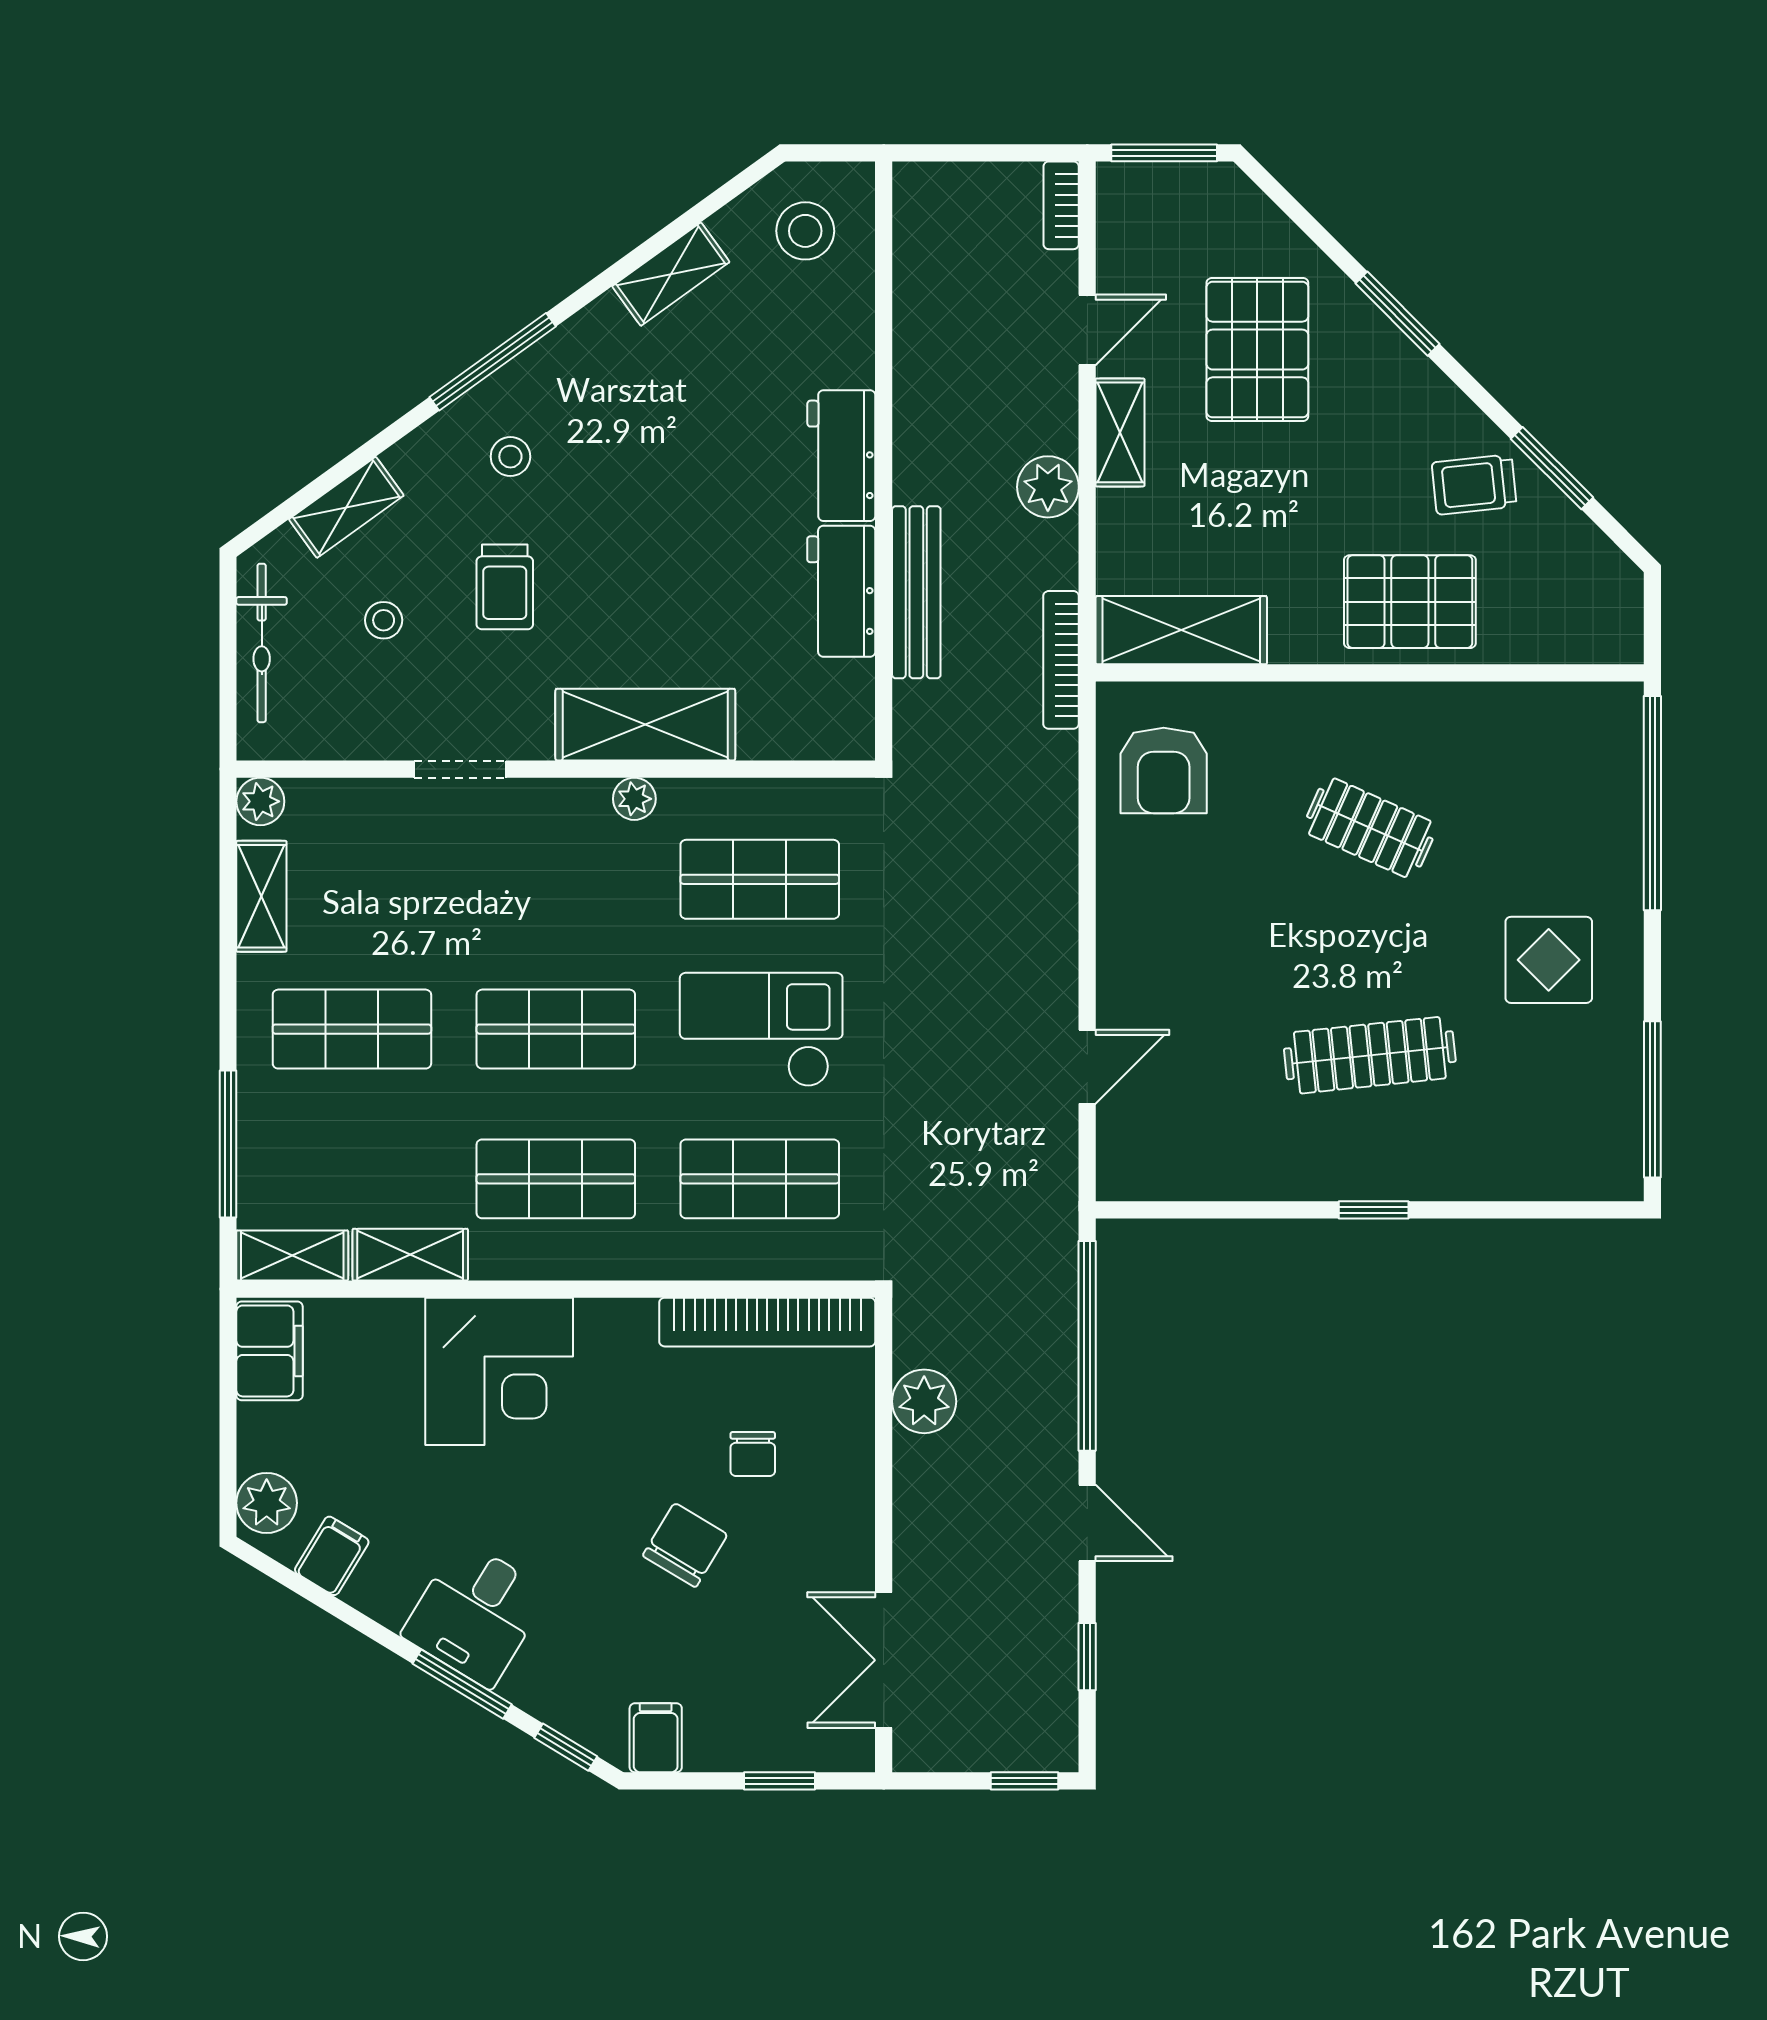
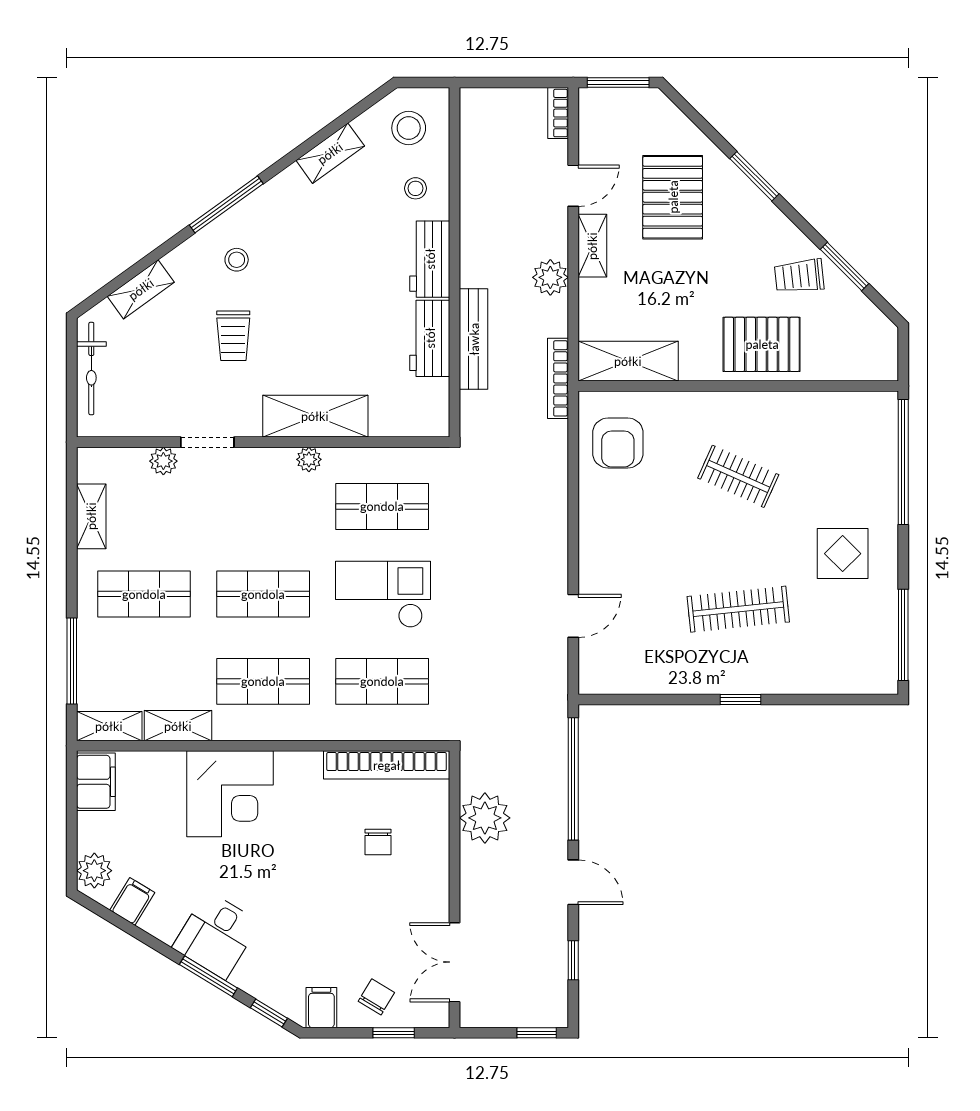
stool: (384, 620) -> (415, 188), moved
plant: (260, 801) -> (163, 461), moved
plant: (924, 1401) -> (485, 818), width x1.36, depth x1.36
chair: (685, 1545) -> (376, 997), moved, width x0.73, depth x0.73

